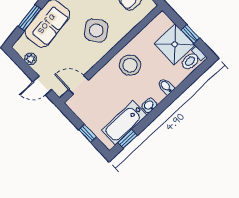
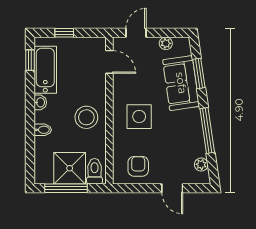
side table: (96, 30) -> (139, 117), turned 37
window: (190, 34) -> (66, 188), width x2.17
toilet: (192, 59) -> (95, 171), moved
door: (79, 85) -> (109, 62), hinge flipped

